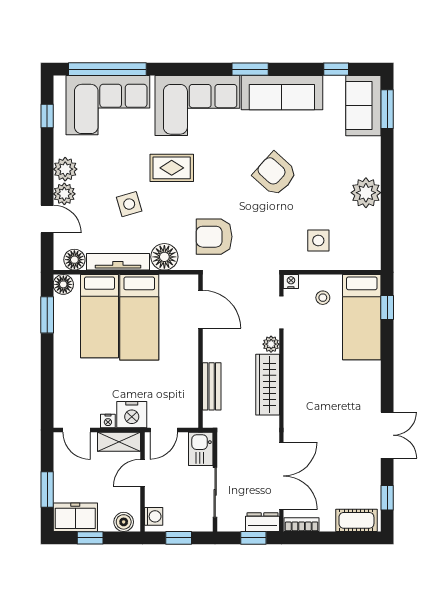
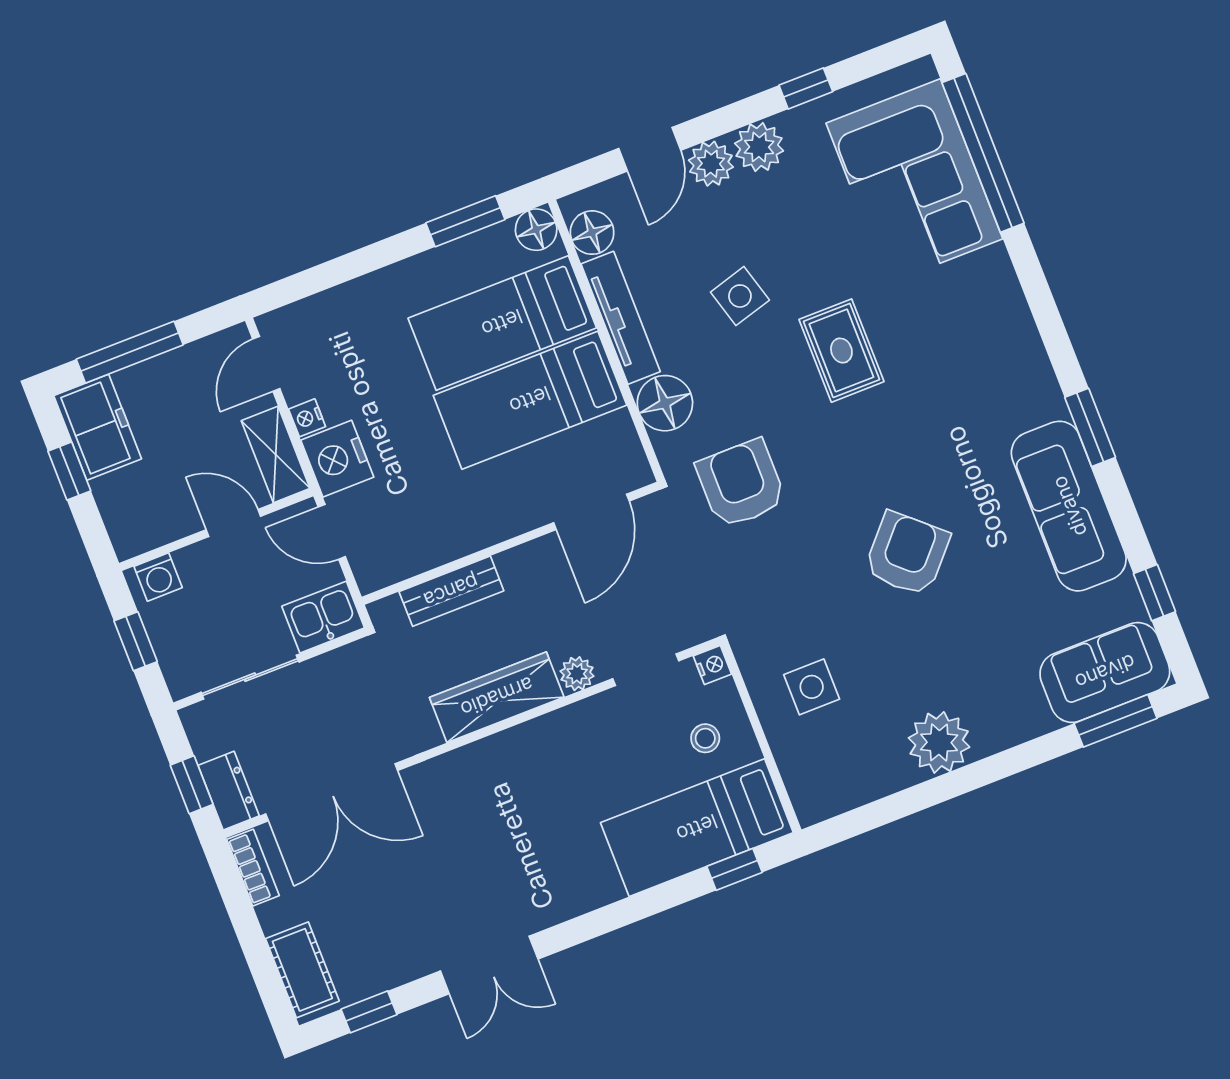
corner sofa: (197, 105) -> (981, 353), removed
window: (47, 116) -> (806, 88), moved
window: (47, 490) -> (130, 352), width x1.44
boiler: (124, 522) -> (125, 524), removed

